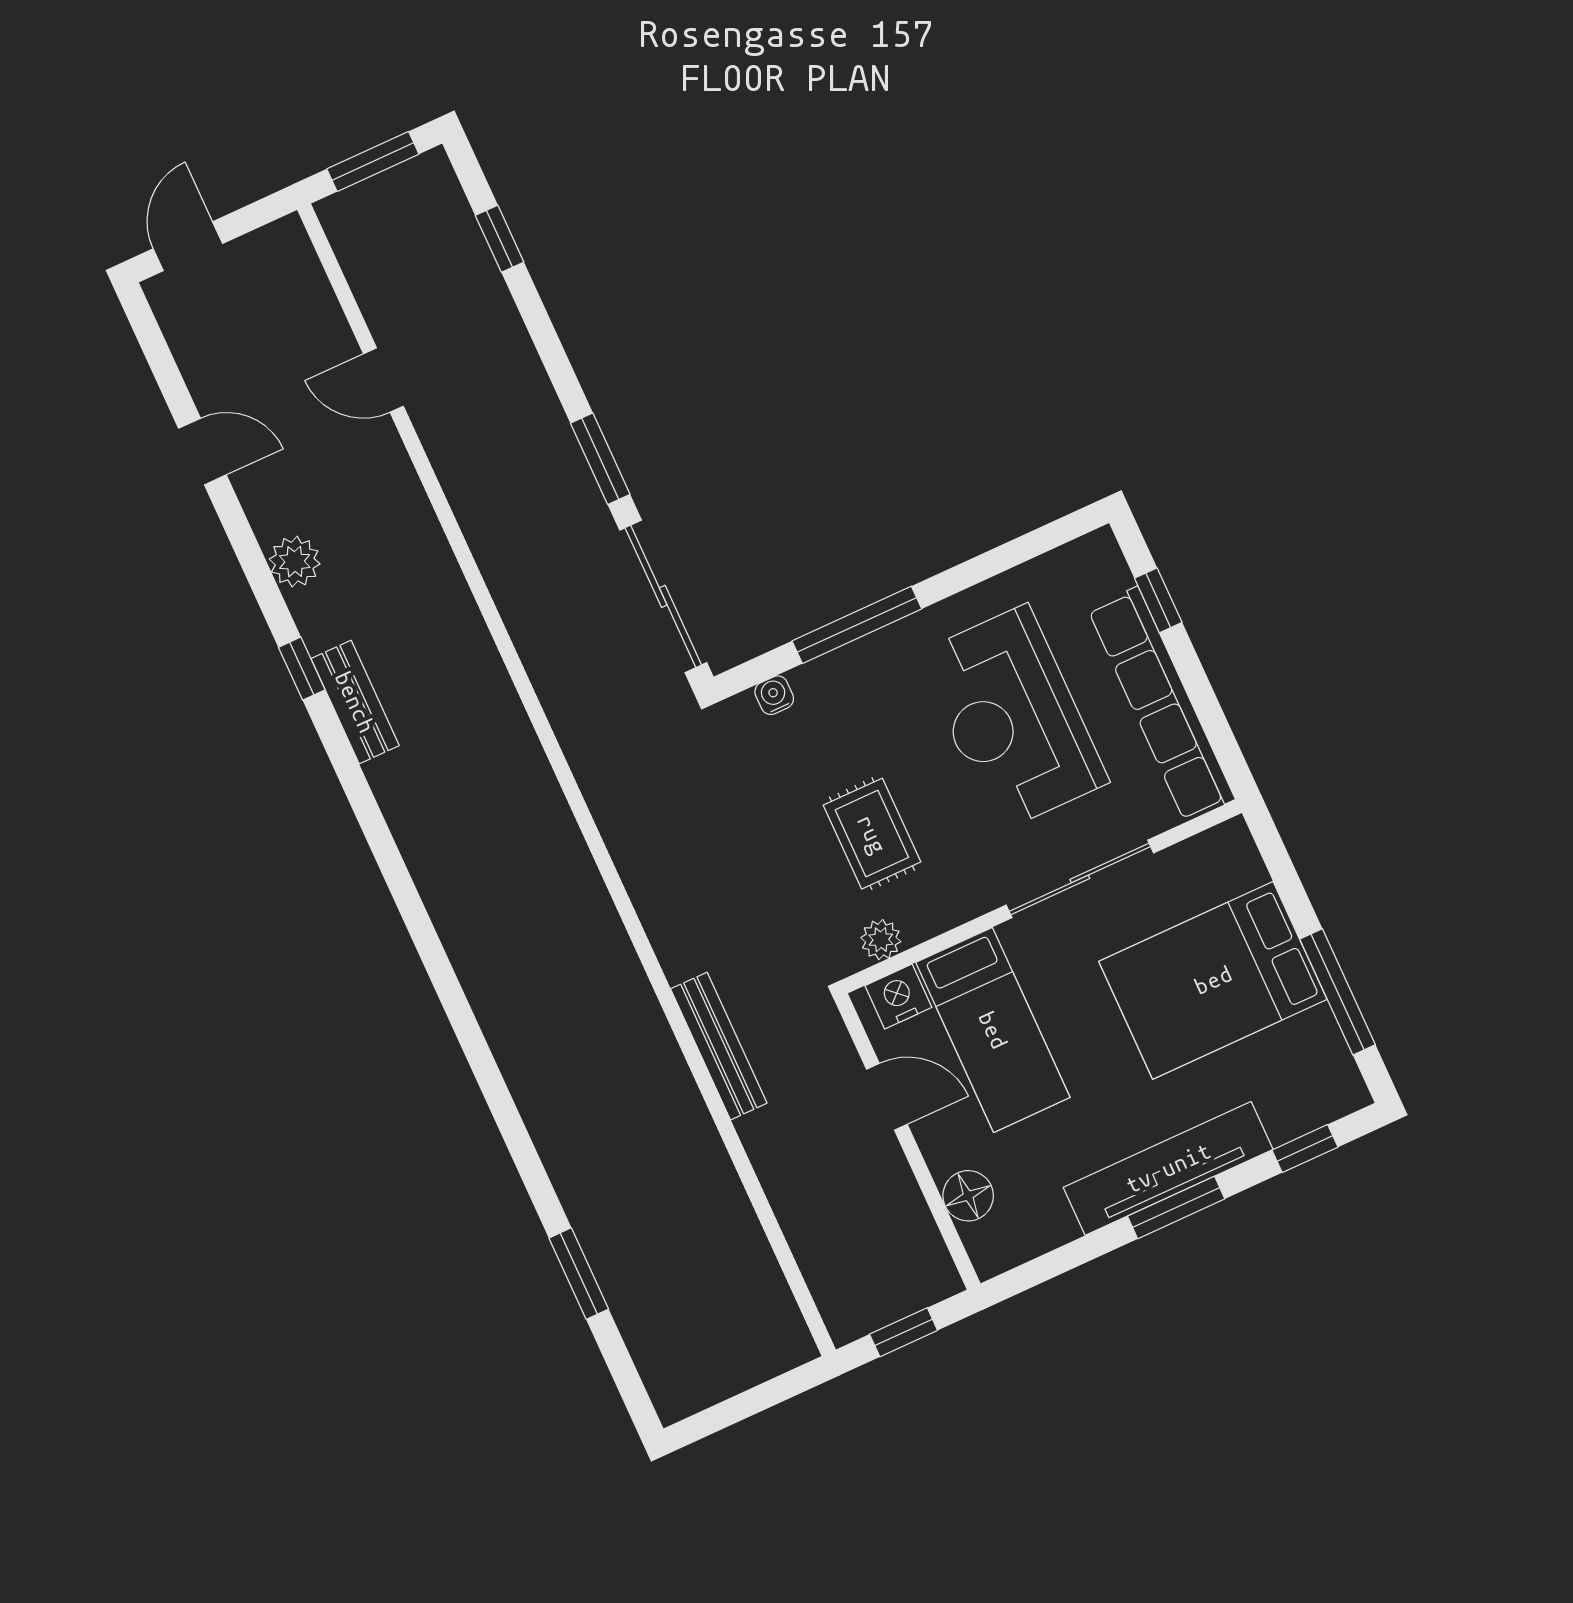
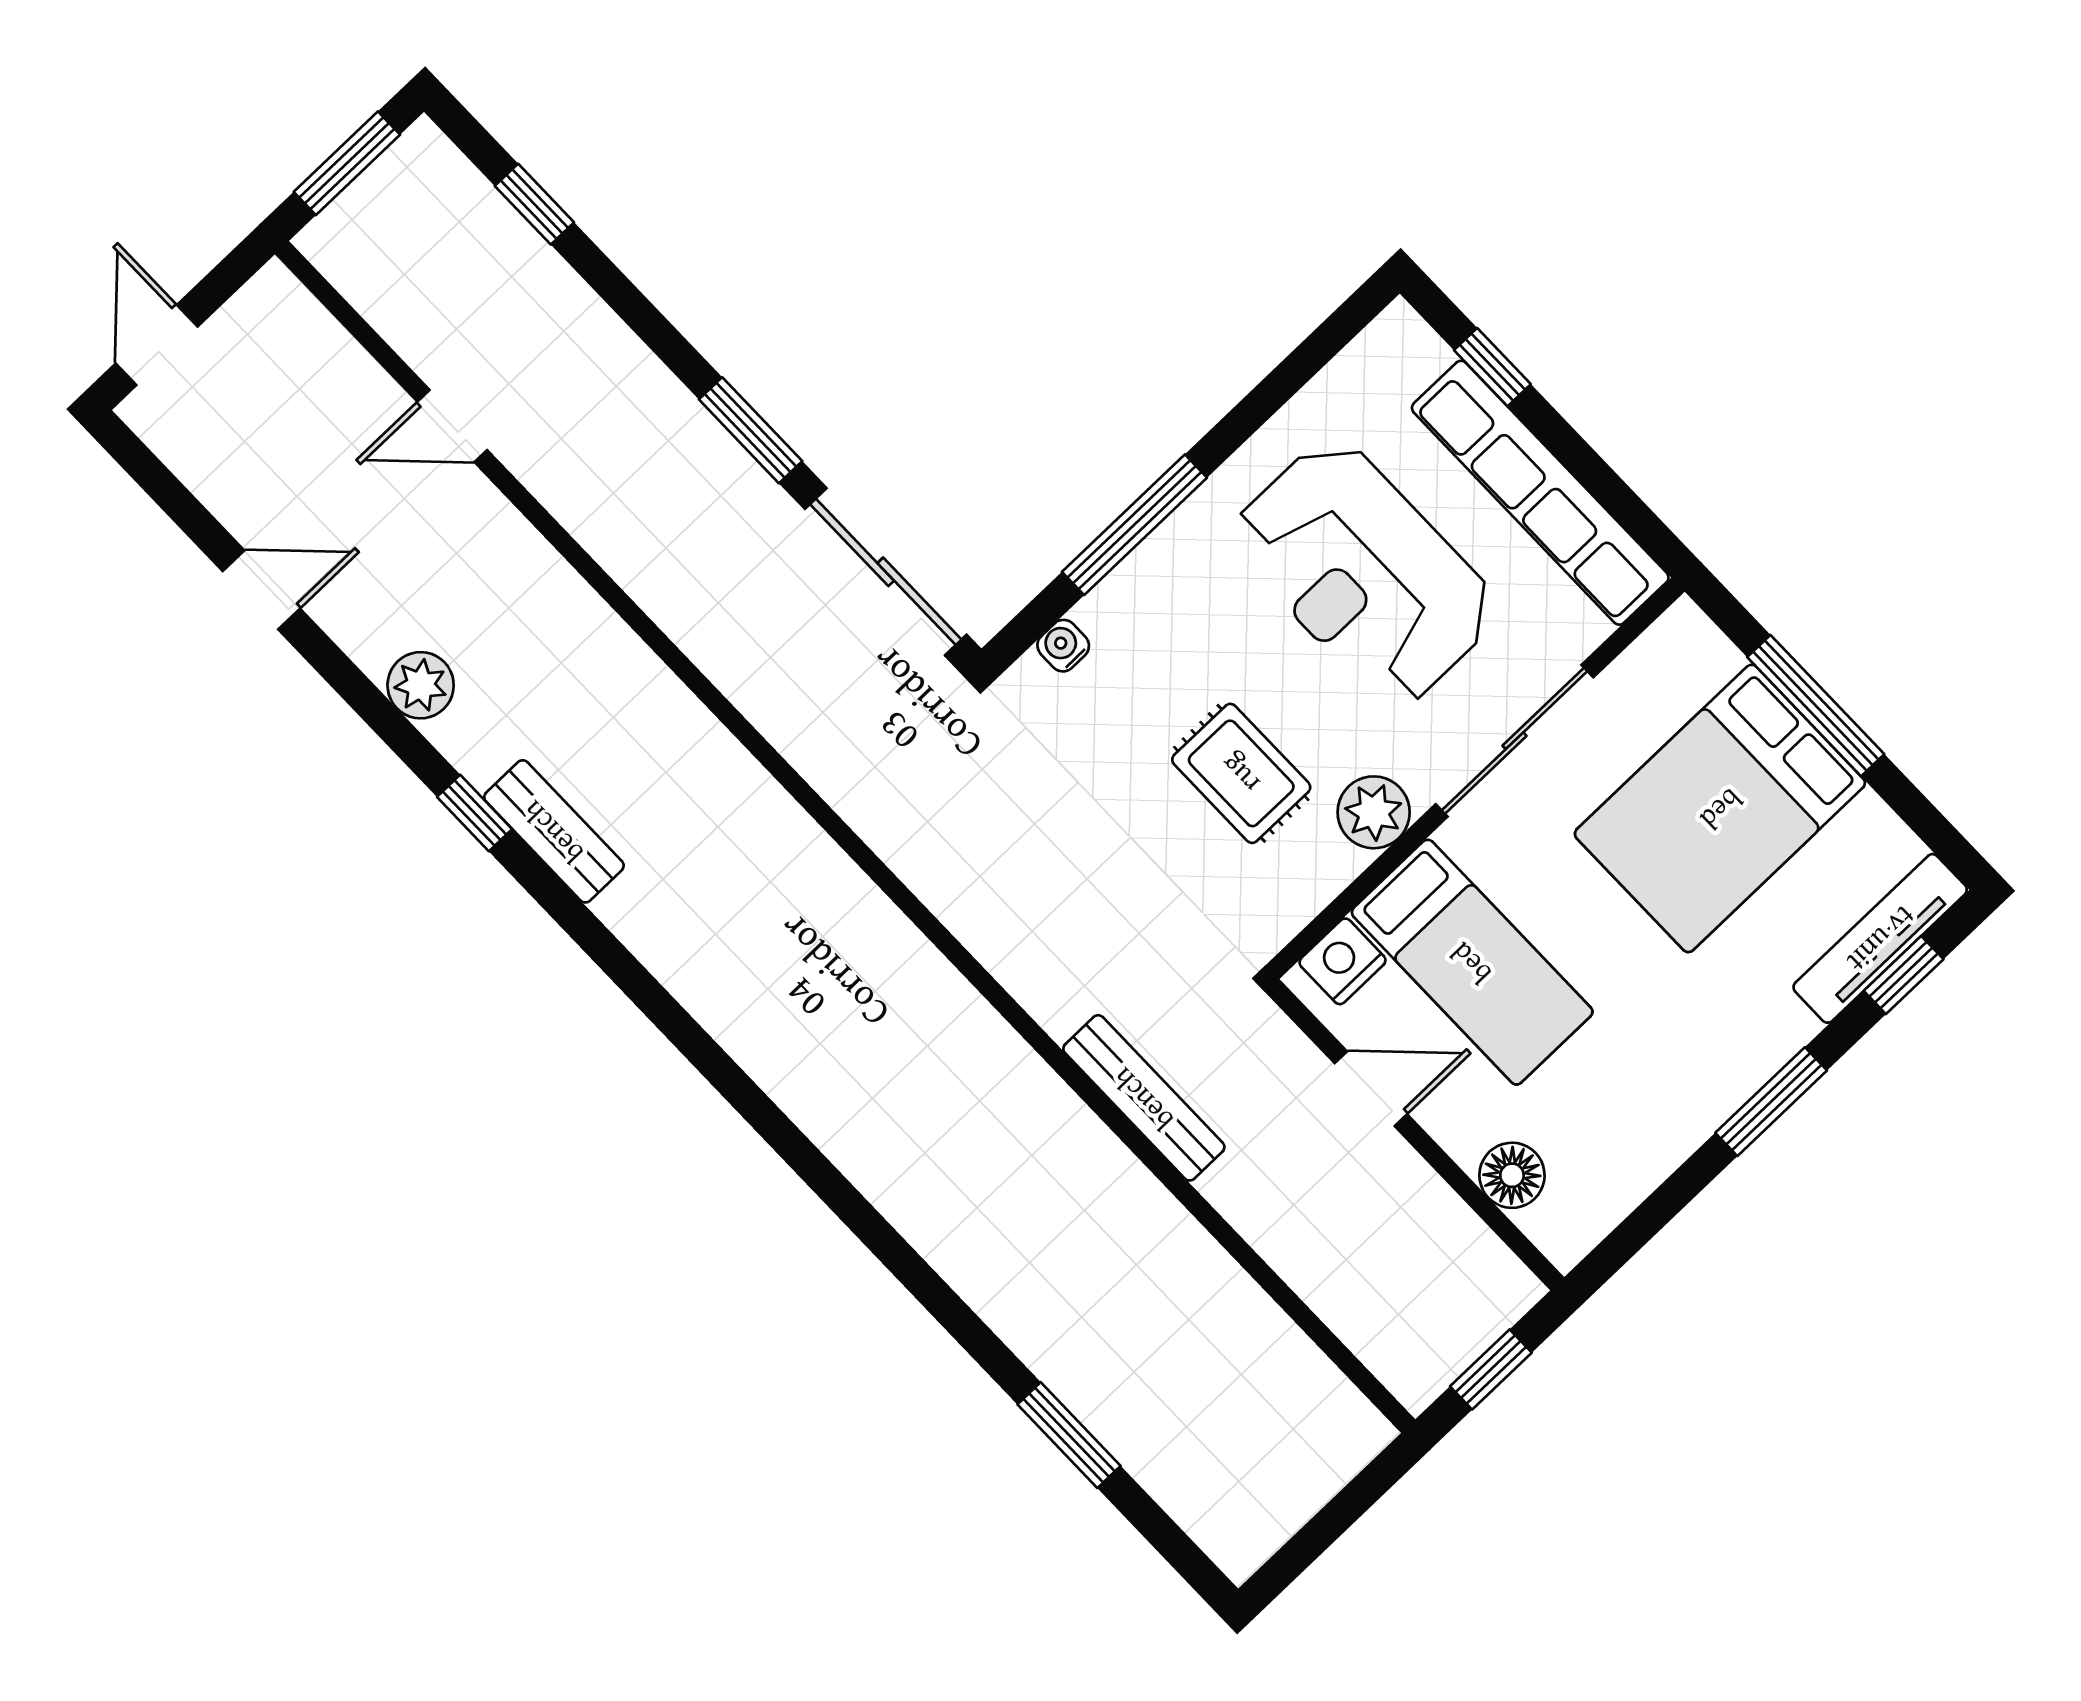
plant: (881, 940) -> (1374, 812), moved, width x1.38, depth x1.38
window: (1338, 992) -> (1816, 706), moved
tv unit: (1168, 1168) -> (1880, 938), moved, width x0.73, depth x0.78

